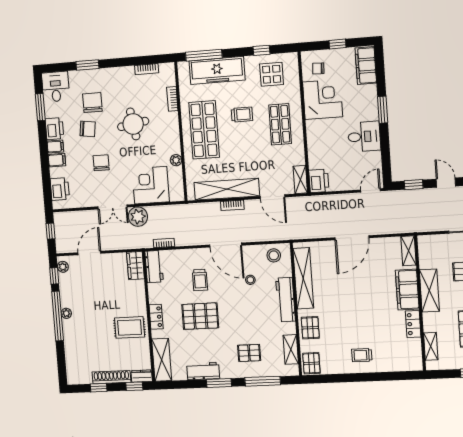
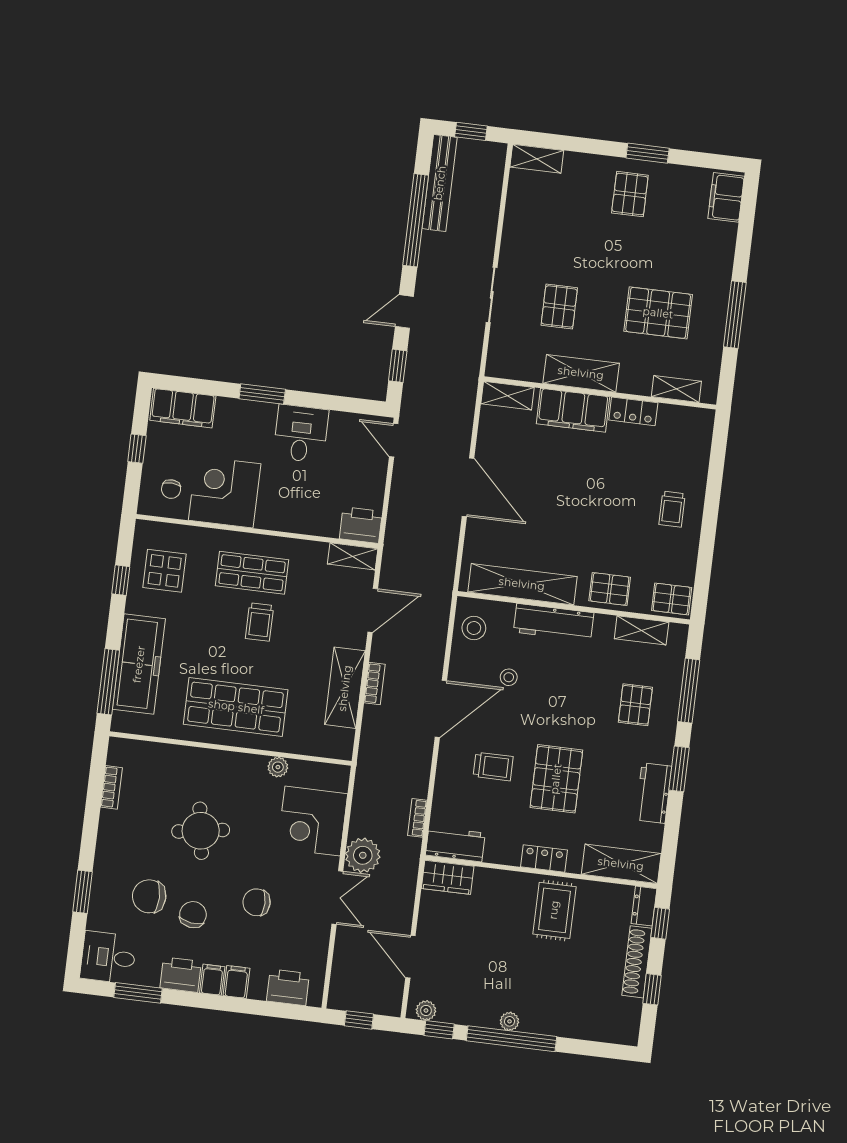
bookcase: (172, 99) -> (172, 752), removed
trolley: (242, 115) -> (260, 622), moved, turned 180
shelving: (227, 189) -> (345, 688), width x0.68

